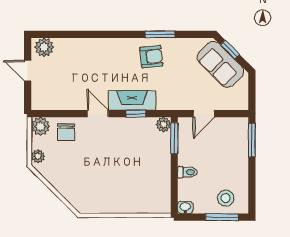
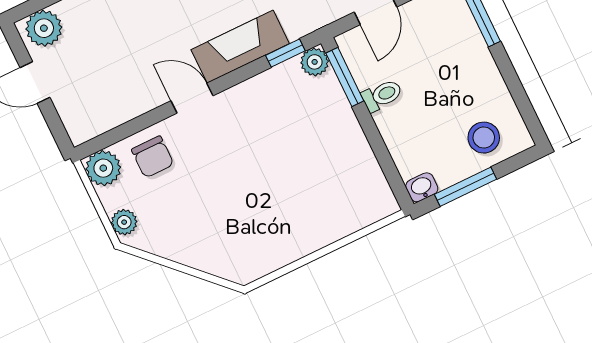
window: (136, 114) -> (285, 53), moved
toilet: (188, 172) -> (382, 95), moved
window: (222, 217) -> (465, 187), moved

